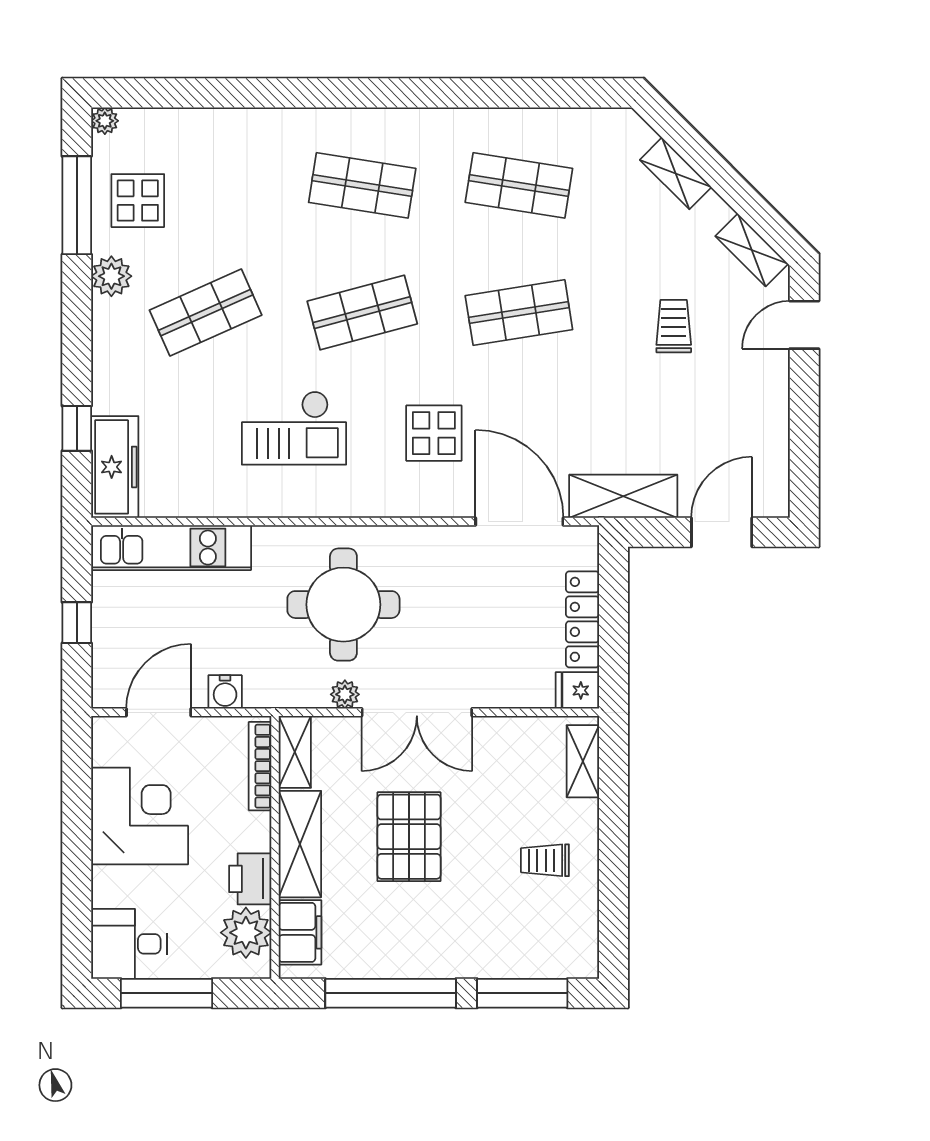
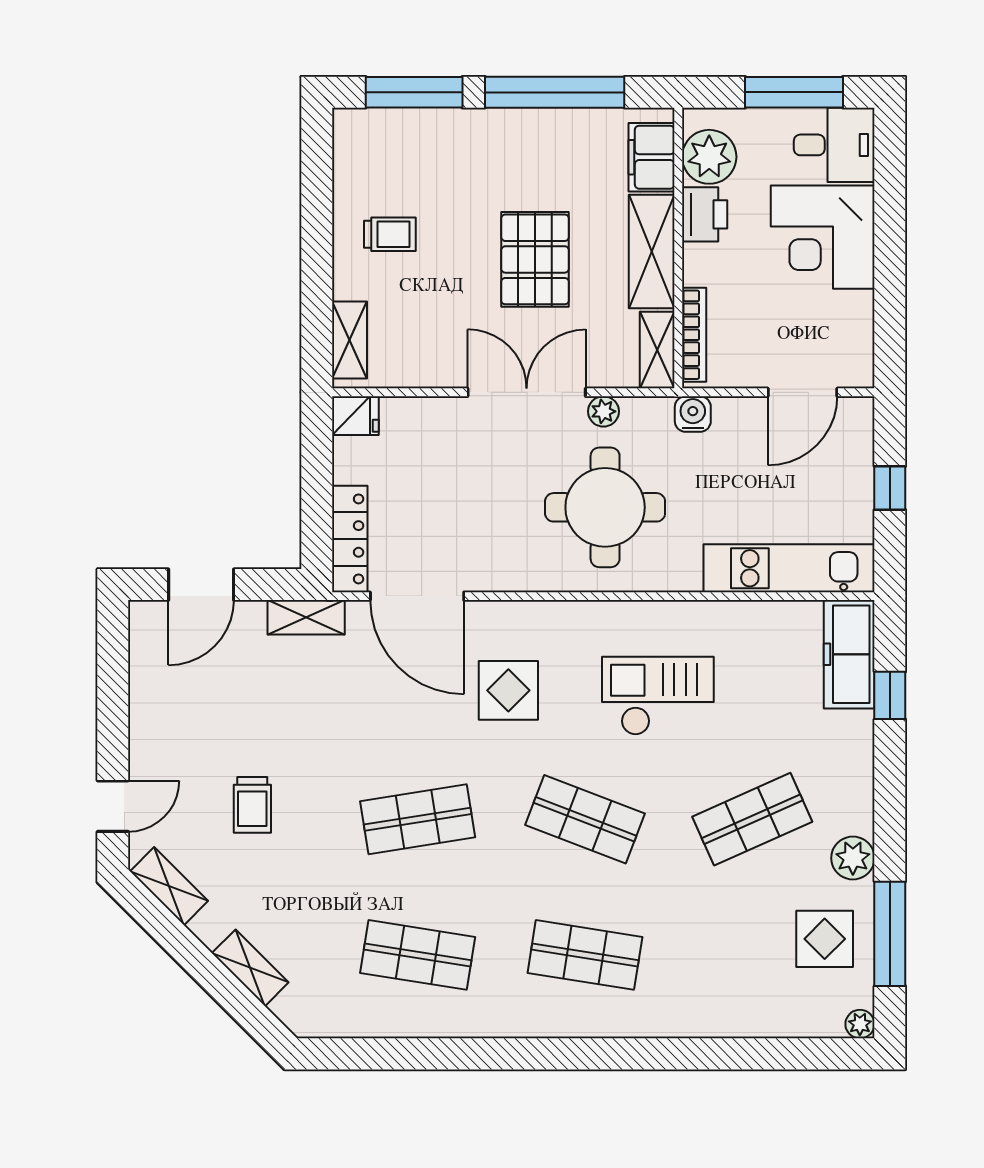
shop shelf: (362, 313) -> (585, 819), turned 36
shelving: (623, 496) -> (306, 617), width x0.67, depth x0.75
locker: (582, 619) -> (350, 539), moved
water cooler: (225, 692) -> (693, 414), moved
corner desk: (140, 816) -> (823, 237), moved

